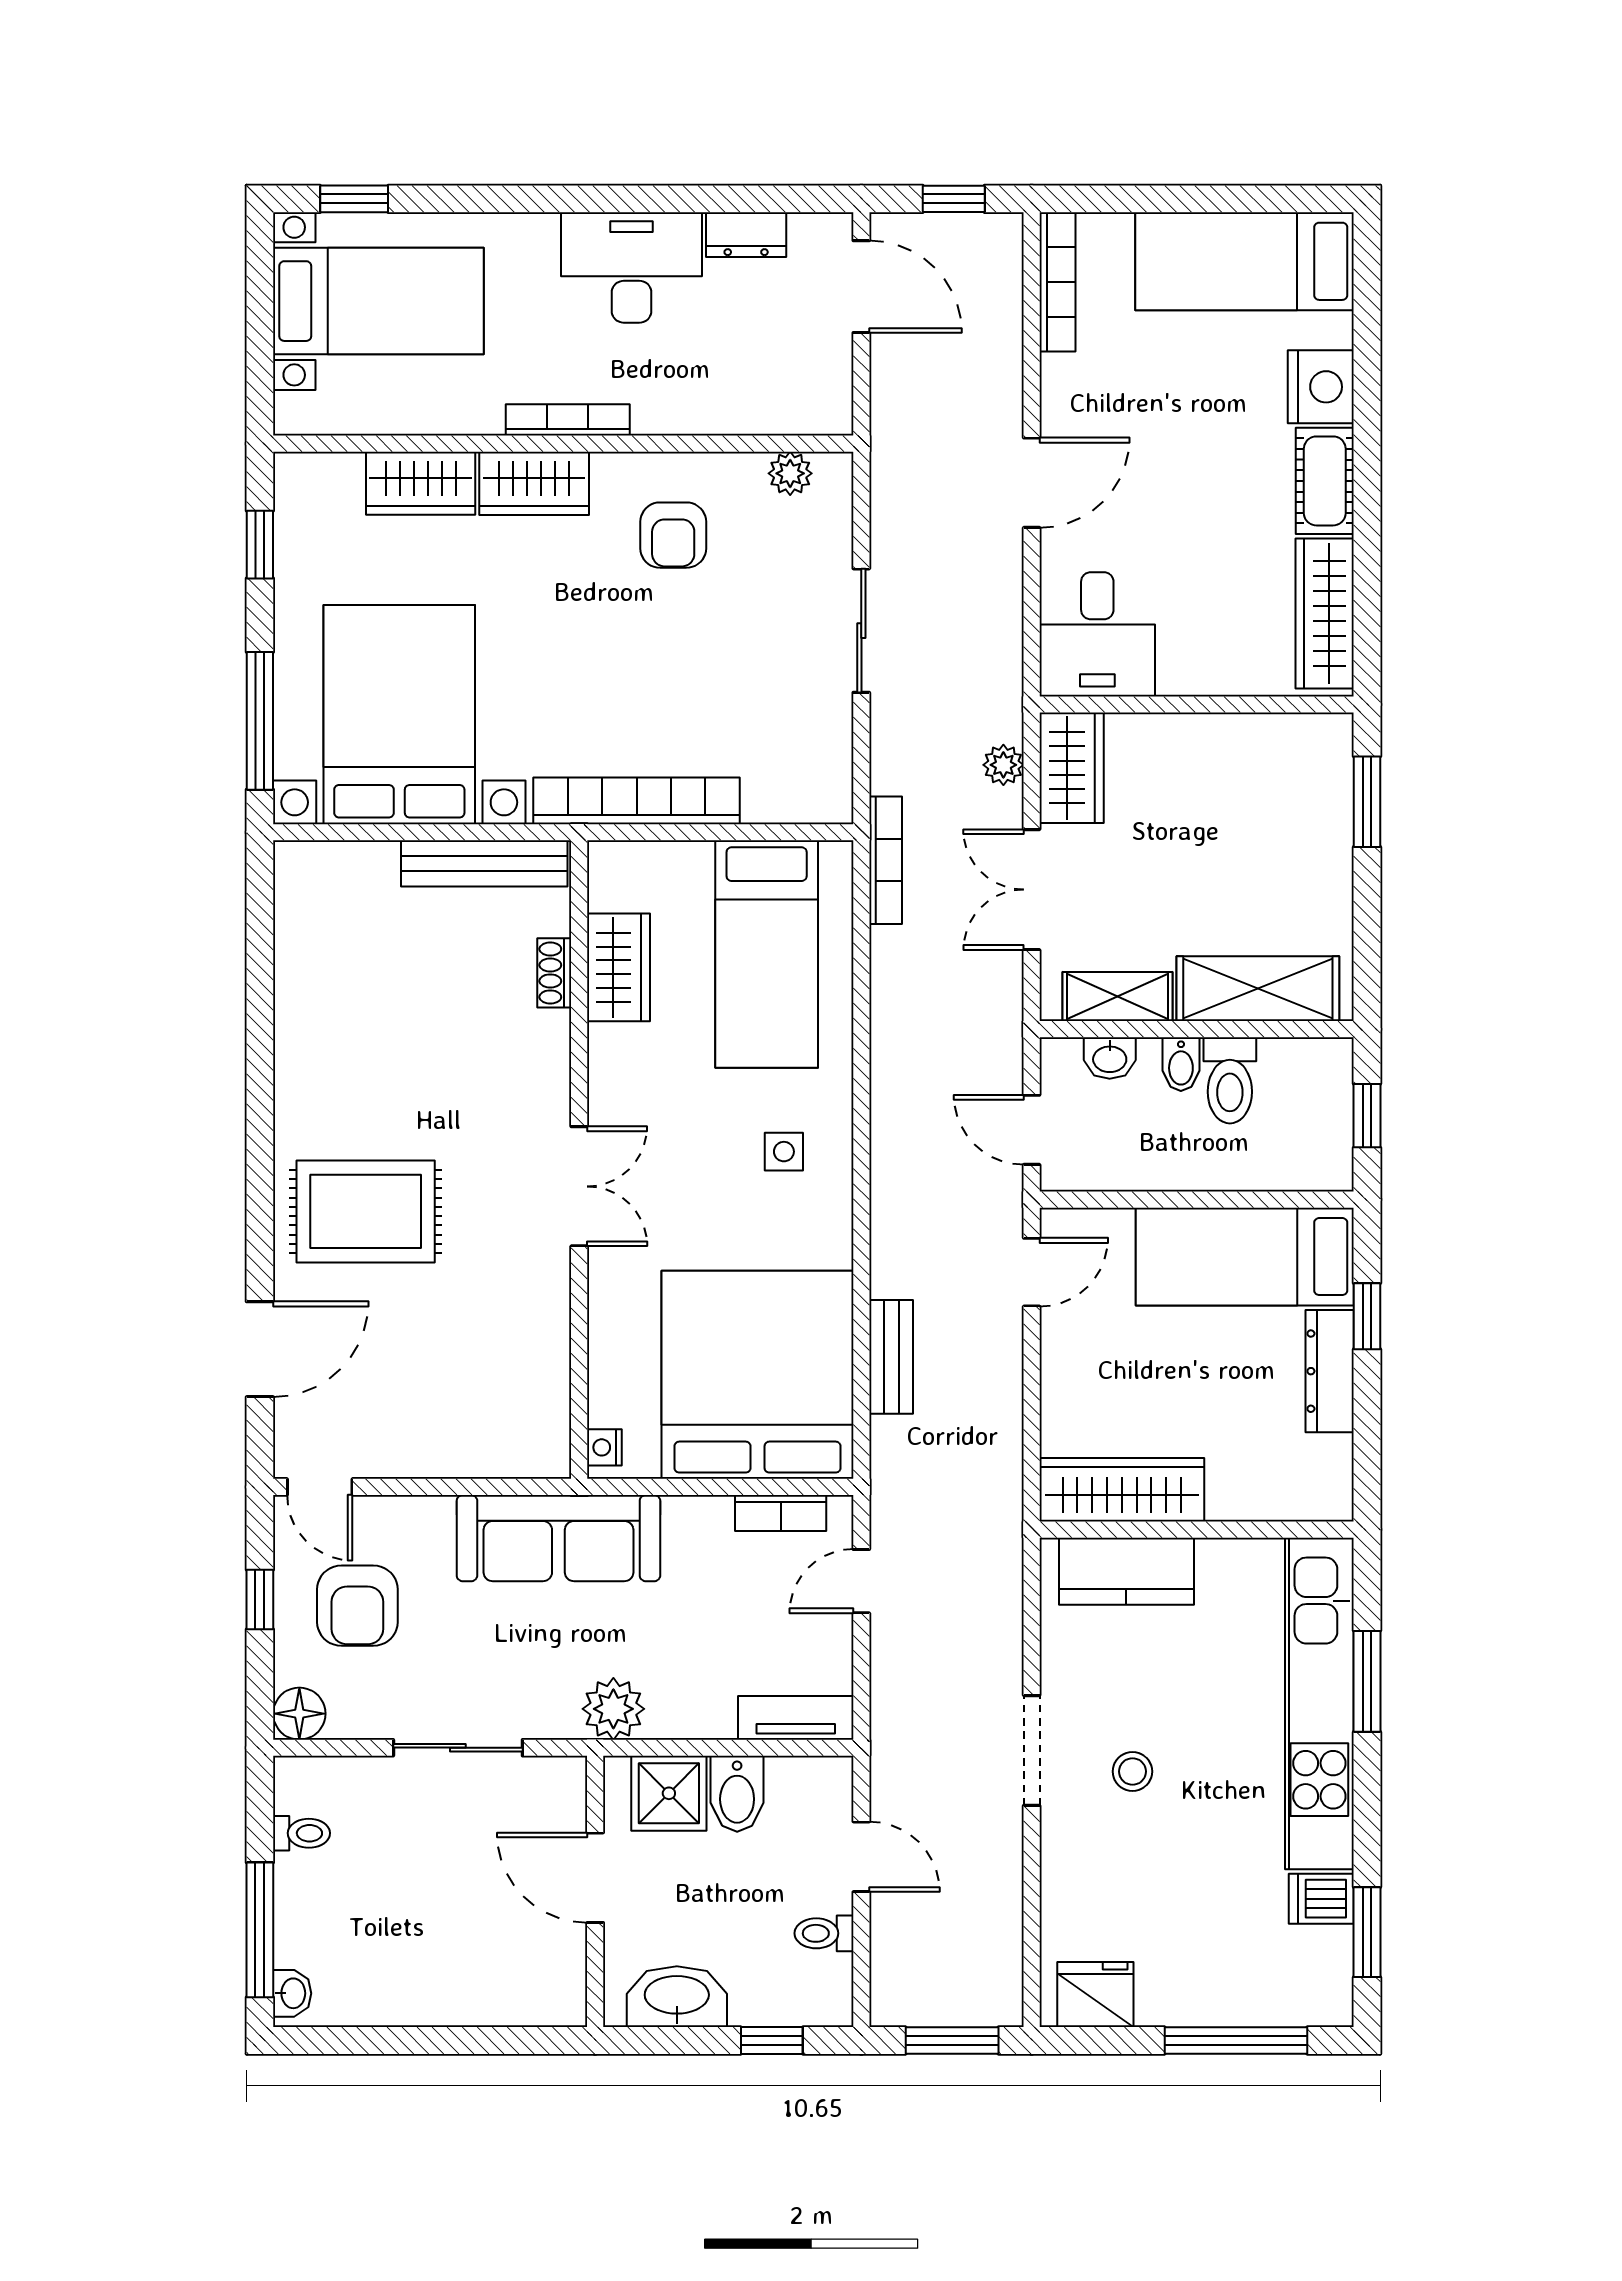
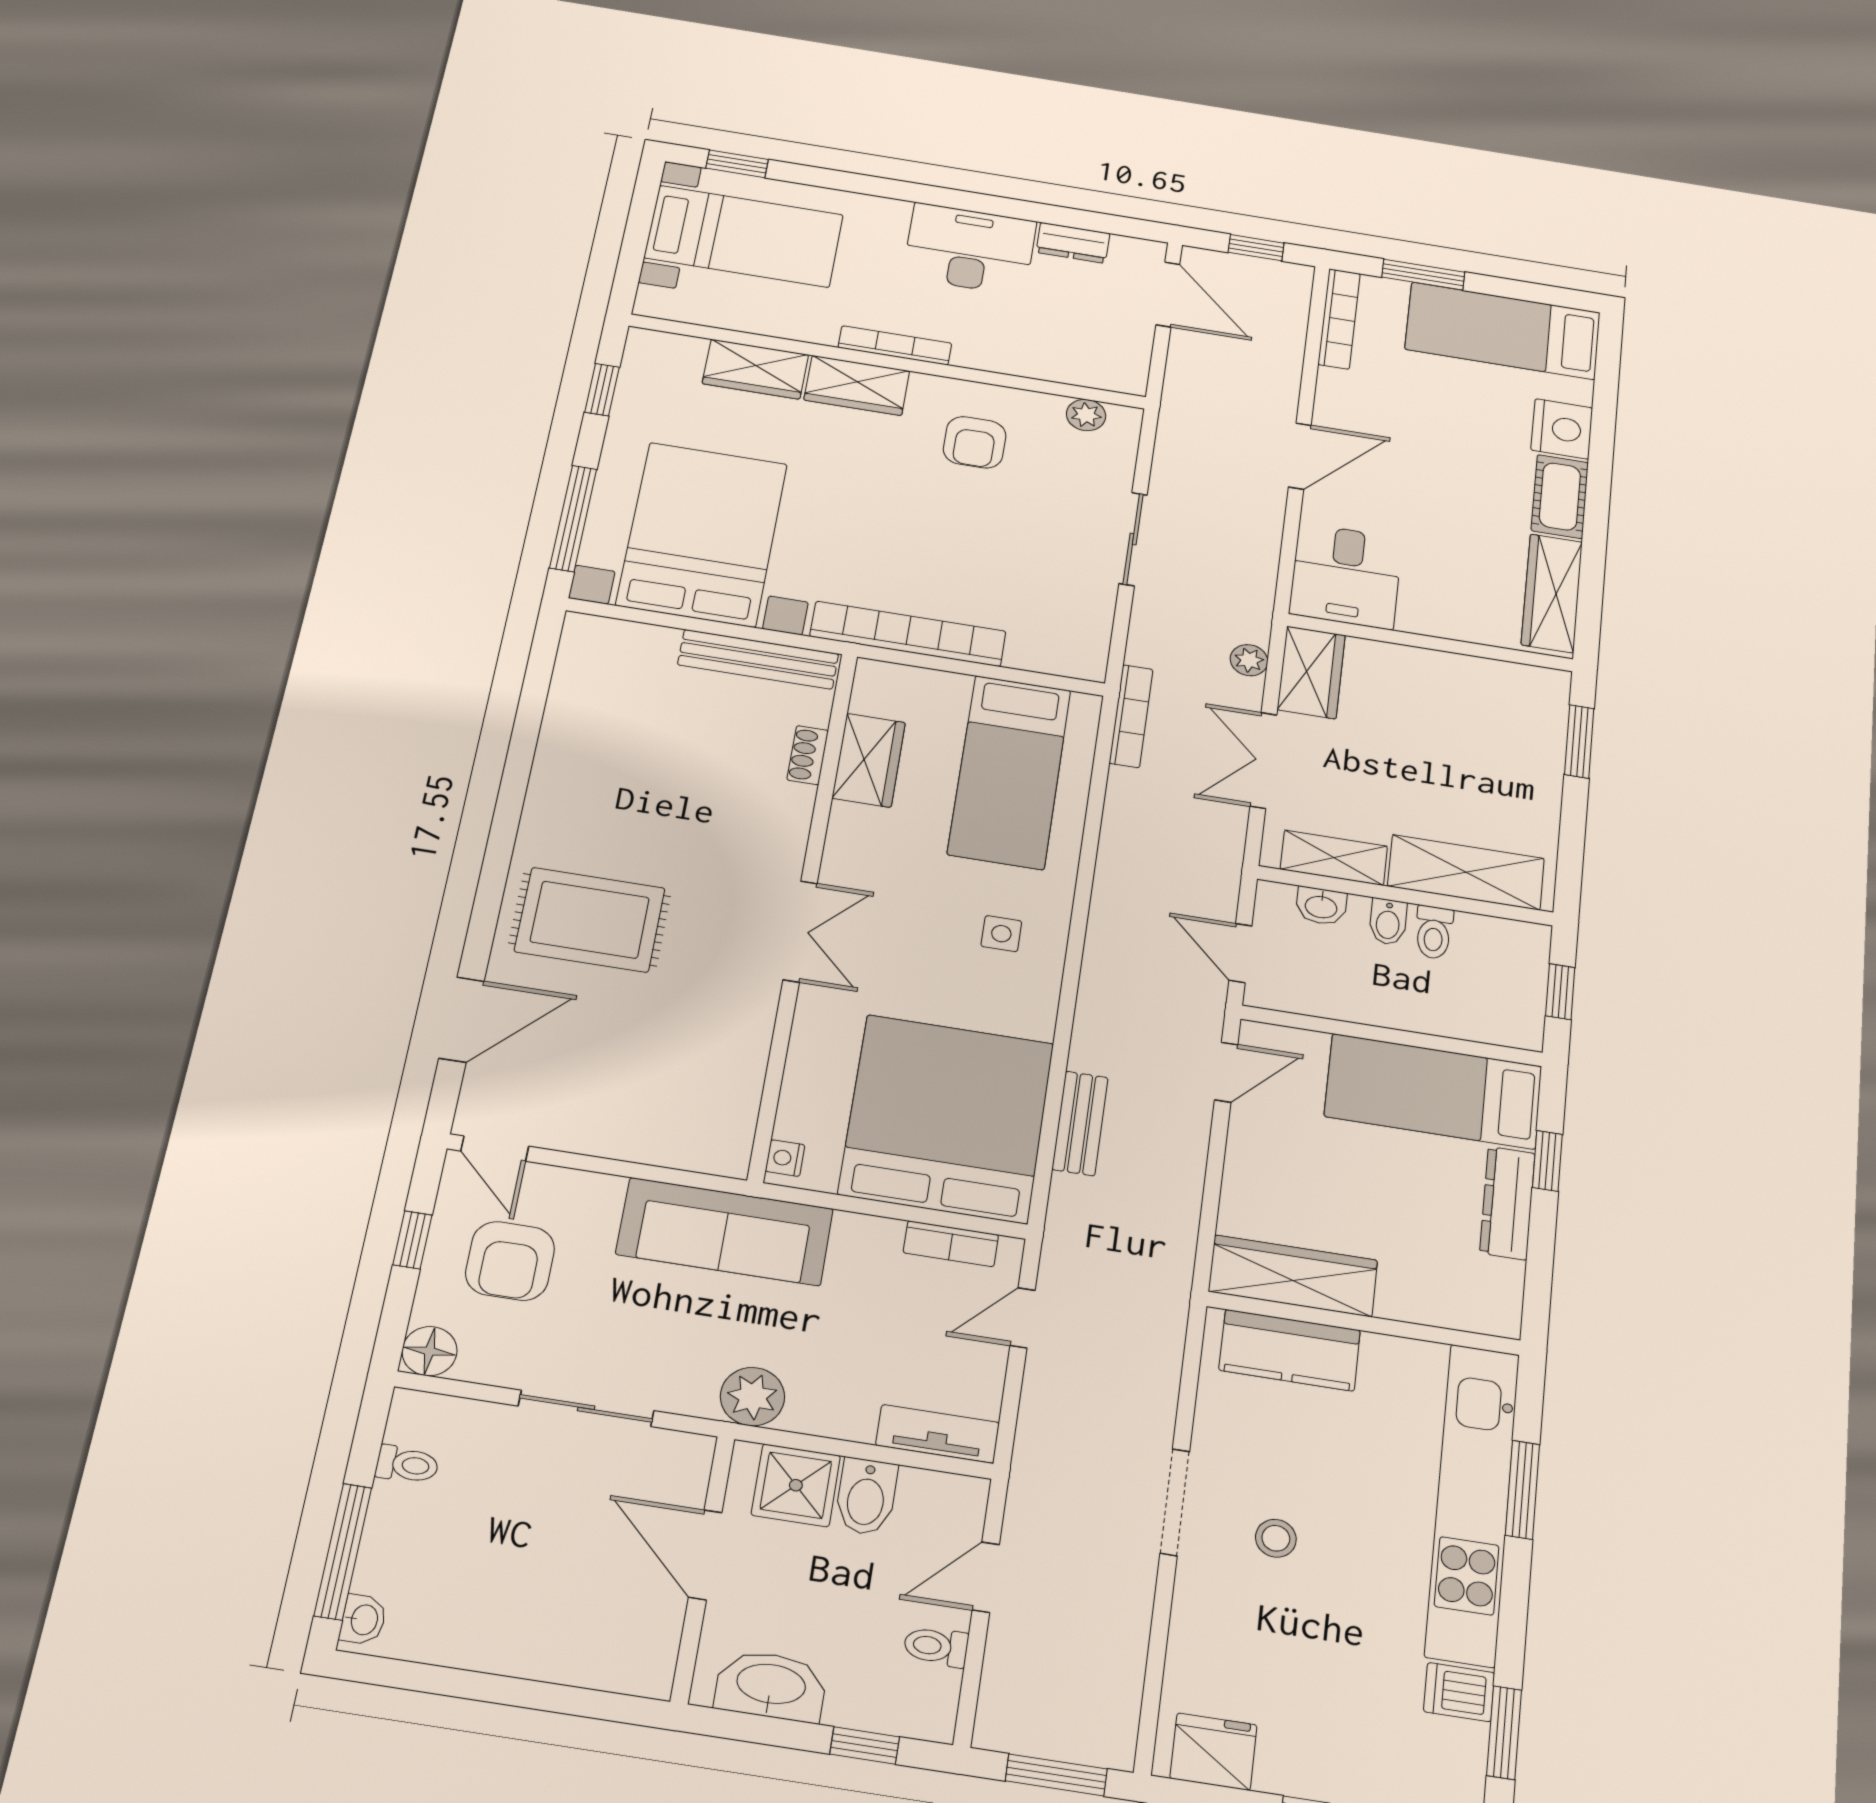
window: (1147, 199) -> (1423, 275), added
toilet: (1230, 1080) -> (1434, 932), width x0.73, depth x0.72
door: (861, 1857) -> (986, 1577), swing flipped

